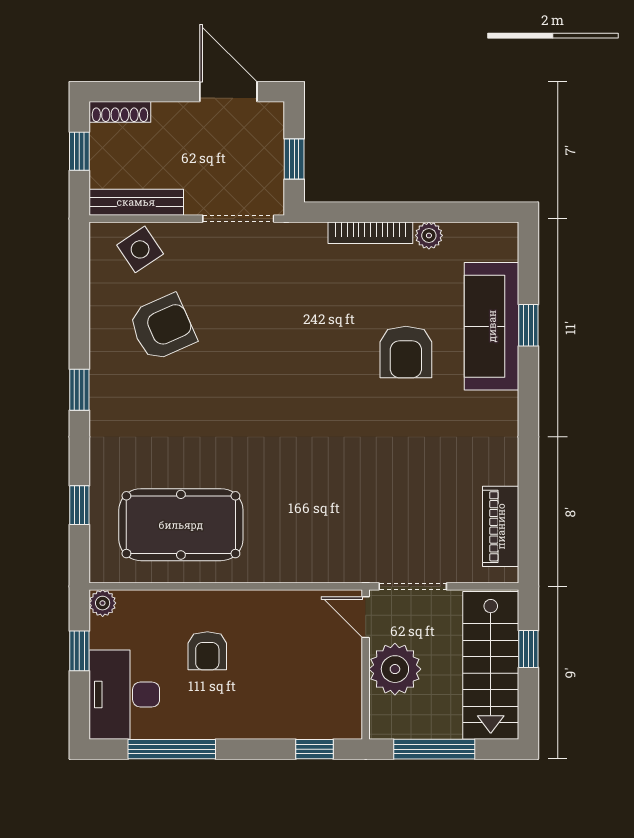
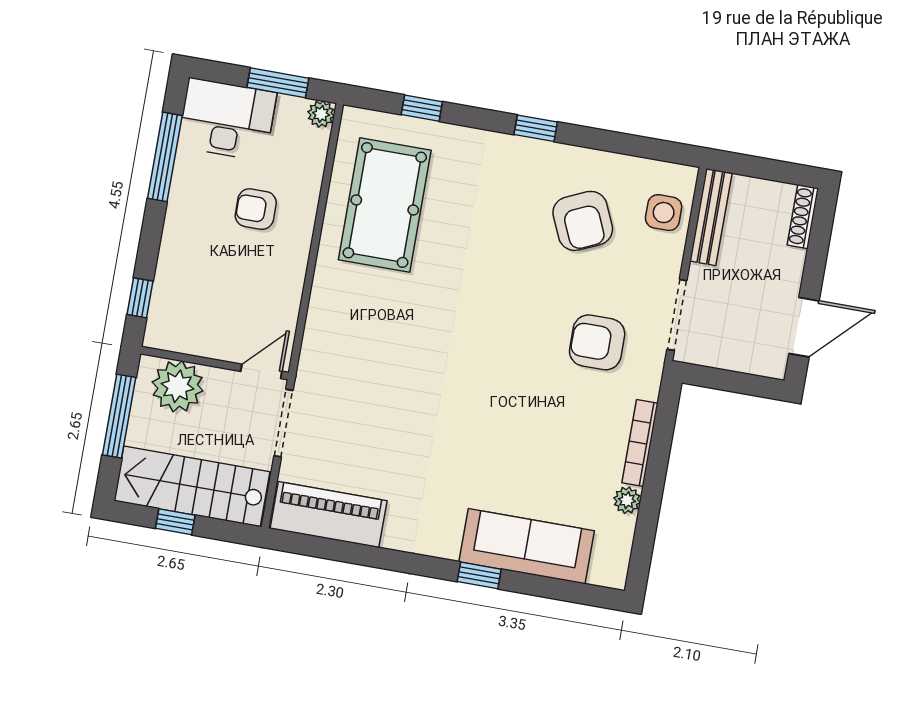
window: (79, 151) -> (771, 170), removed
window: (294, 159) -> (726, 380), removed
side table: (140, 249) -> (664, 213), turned 34
window: (528, 325) -> (479, 575), moved
armchair: (406, 352) -> (597, 342), moved
piano: (501, 526) -> (329, 515), width x1.37, depth x1.33
window: (528, 649) -> (175, 522), moved
window: (79, 651) -> (278, 83), width x1.50
plant: (395, 669) -> (178, 386), moved

